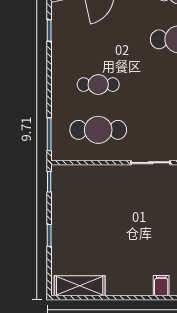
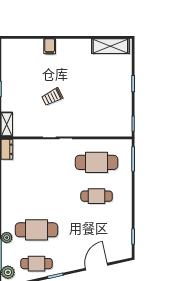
trolley: (158, 218) -> (52, 97), added

